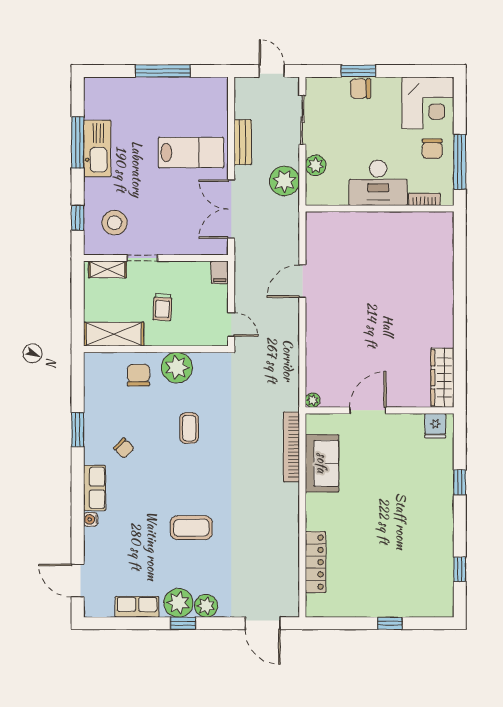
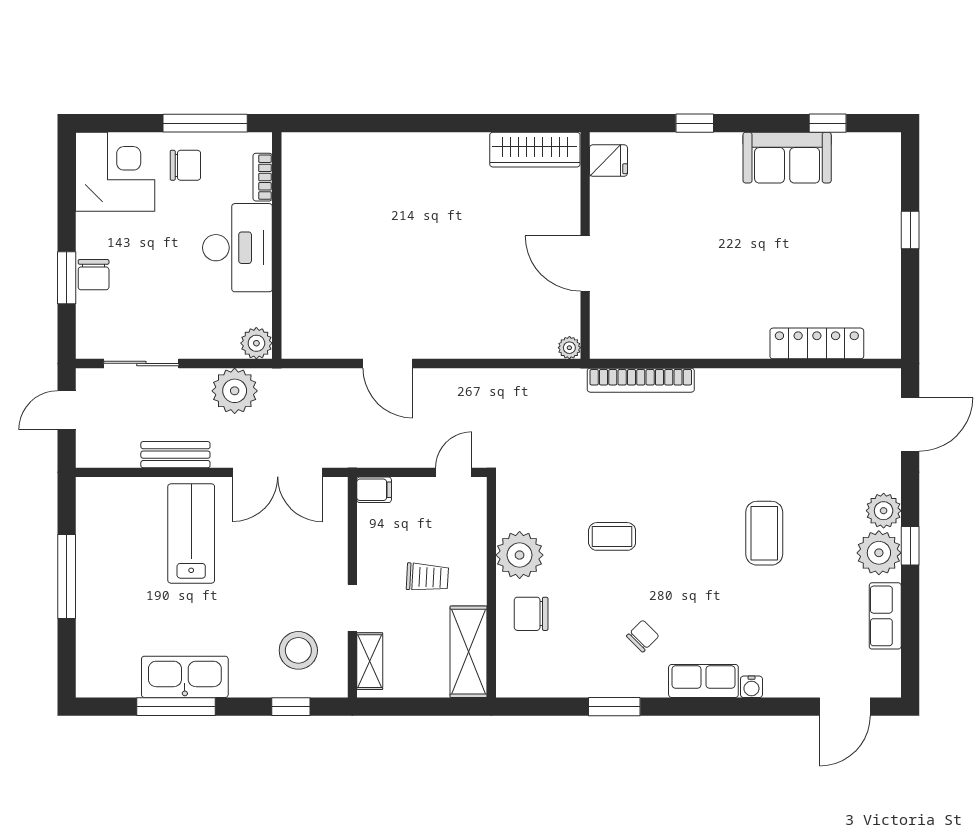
plant: (316, 165) -> (256, 343), moved
sofa: (322, 463) -> (787, 158), moved, turned 180

